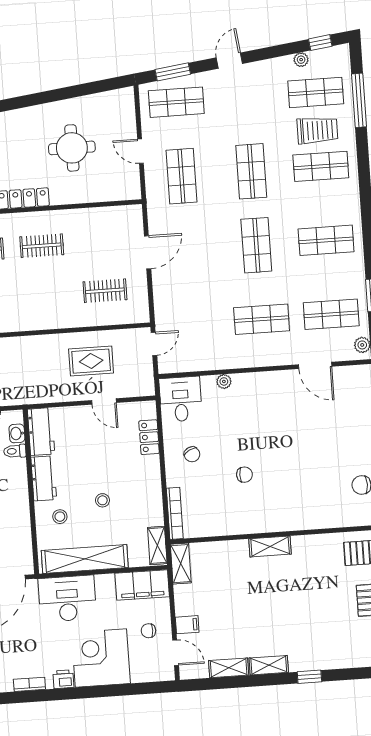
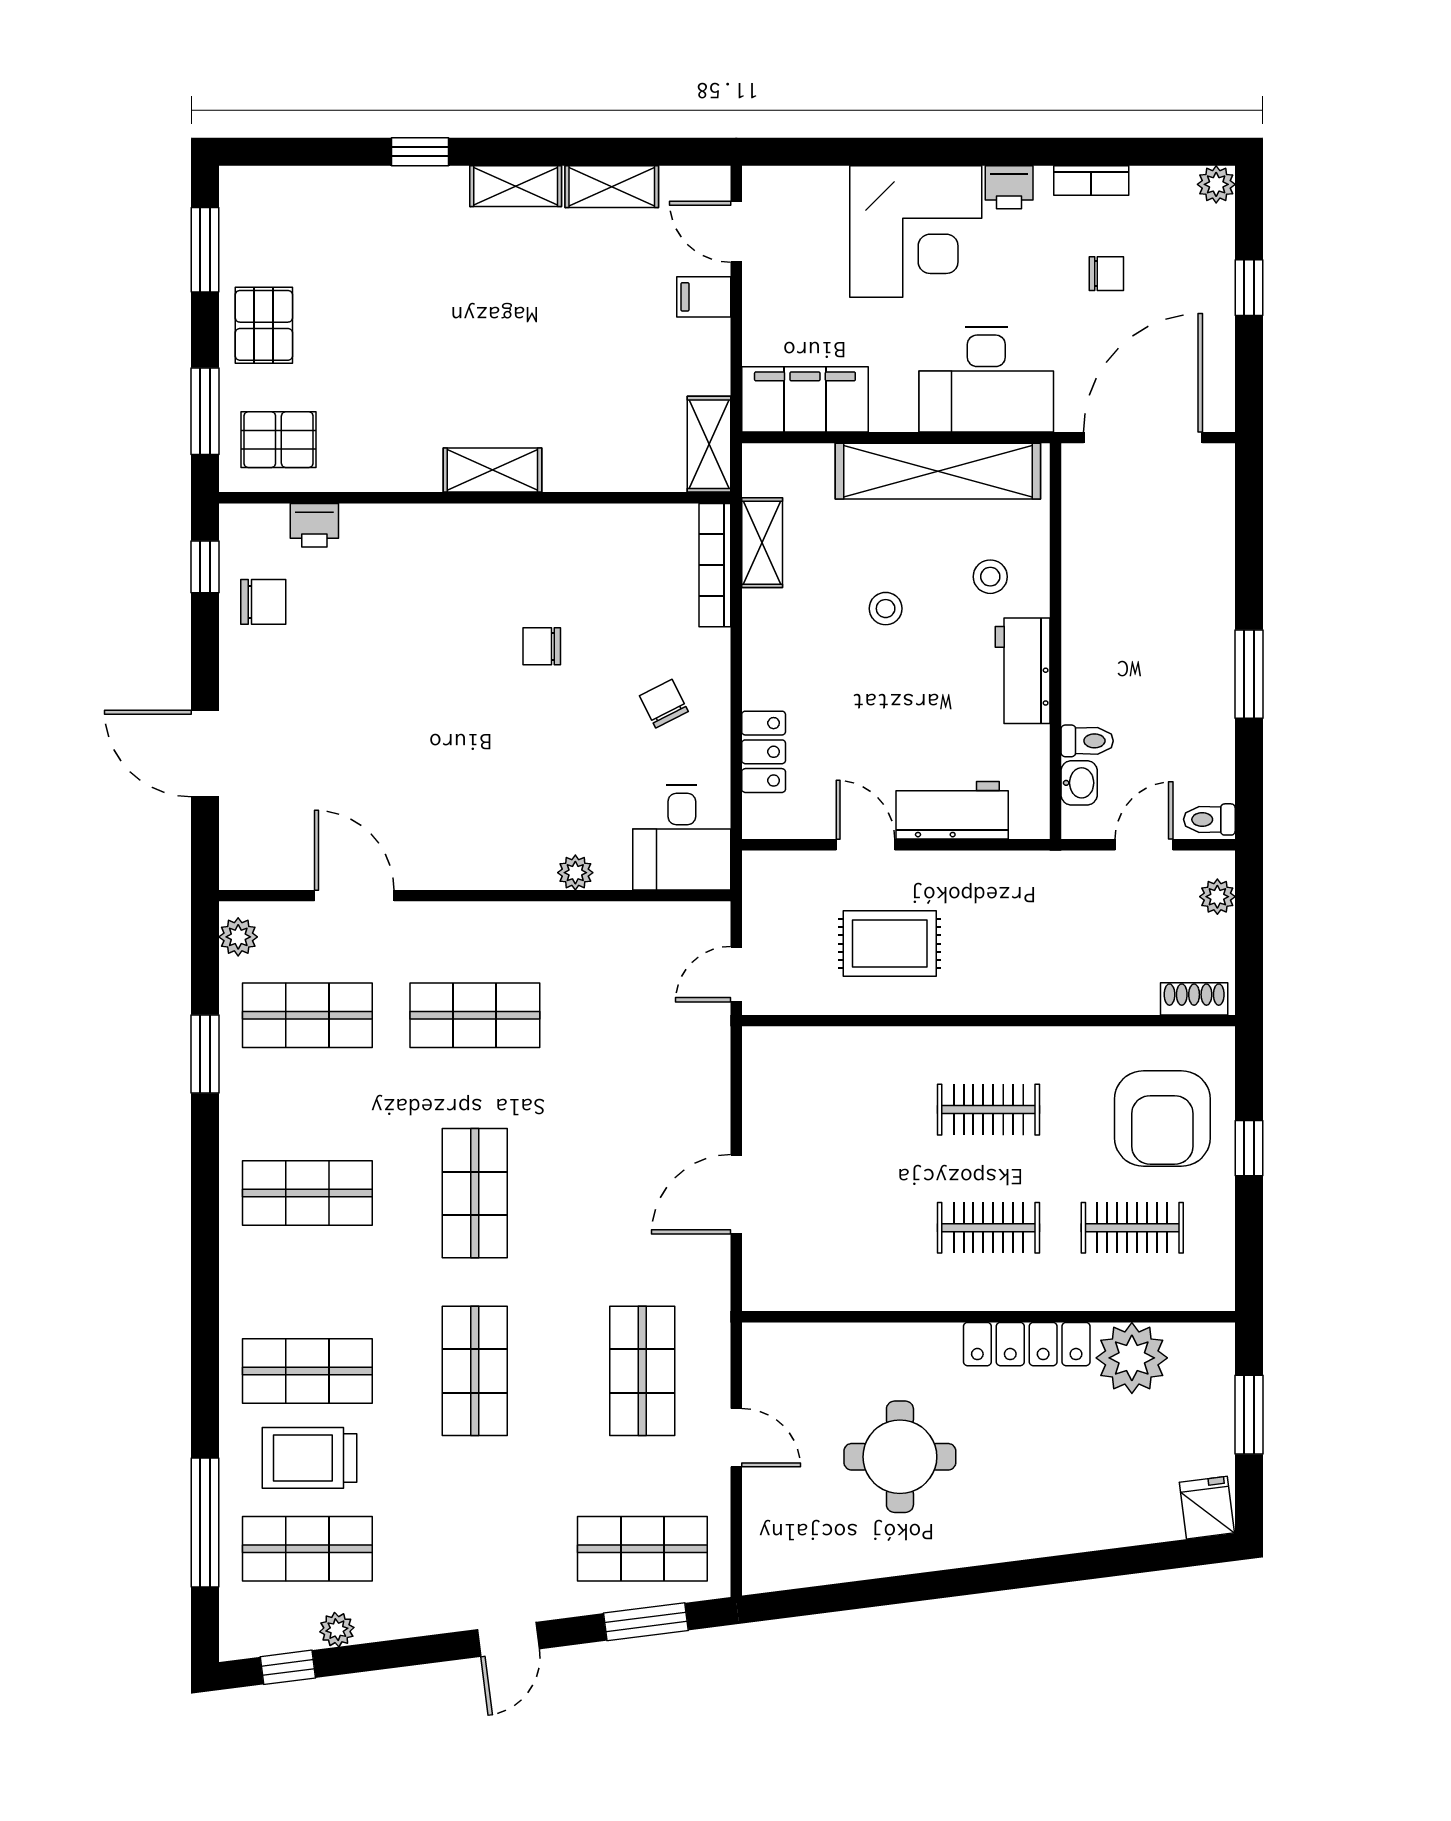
clothes rail: (105, 291) -> (988, 1110), moved
workbench: (41, 432) -> (952, 810), moved, turned 90
printer: (343, 518) -> (314, 525), added
shelving: (157, 546) -> (762, 543), moved
chair: (148, 631) -> (1106, 274), moved

